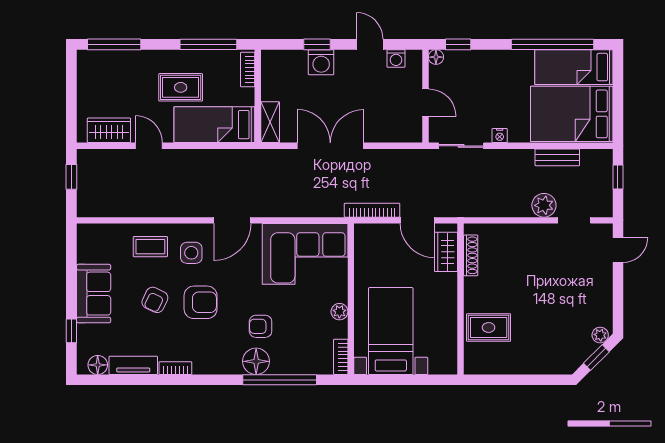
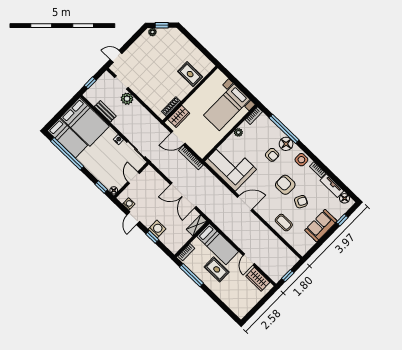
window: (114, 44) -> (226, 308), removed
door: (417, 220) -> (178, 138), swing flipped
side table: (191, 253) -> (301, 160), moved

